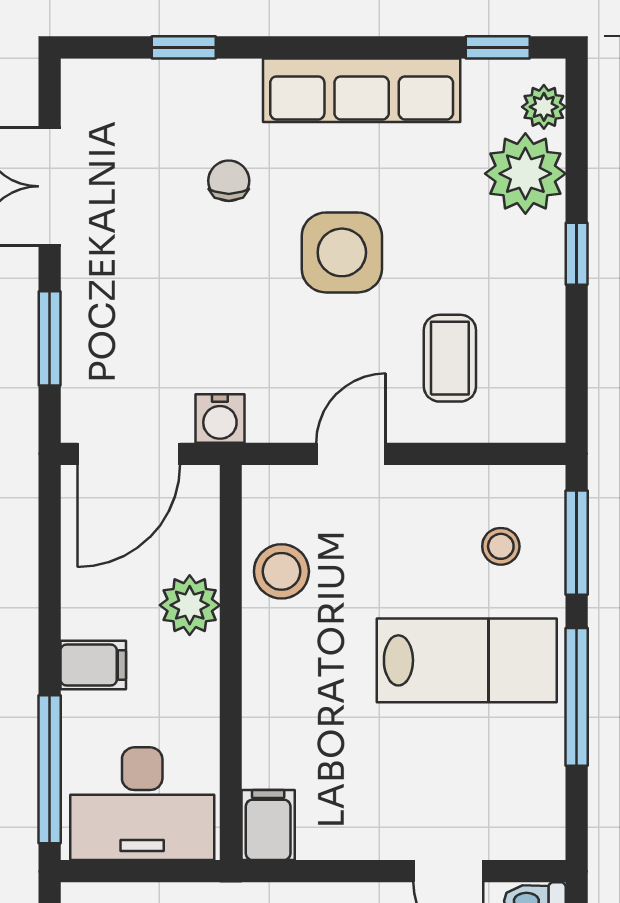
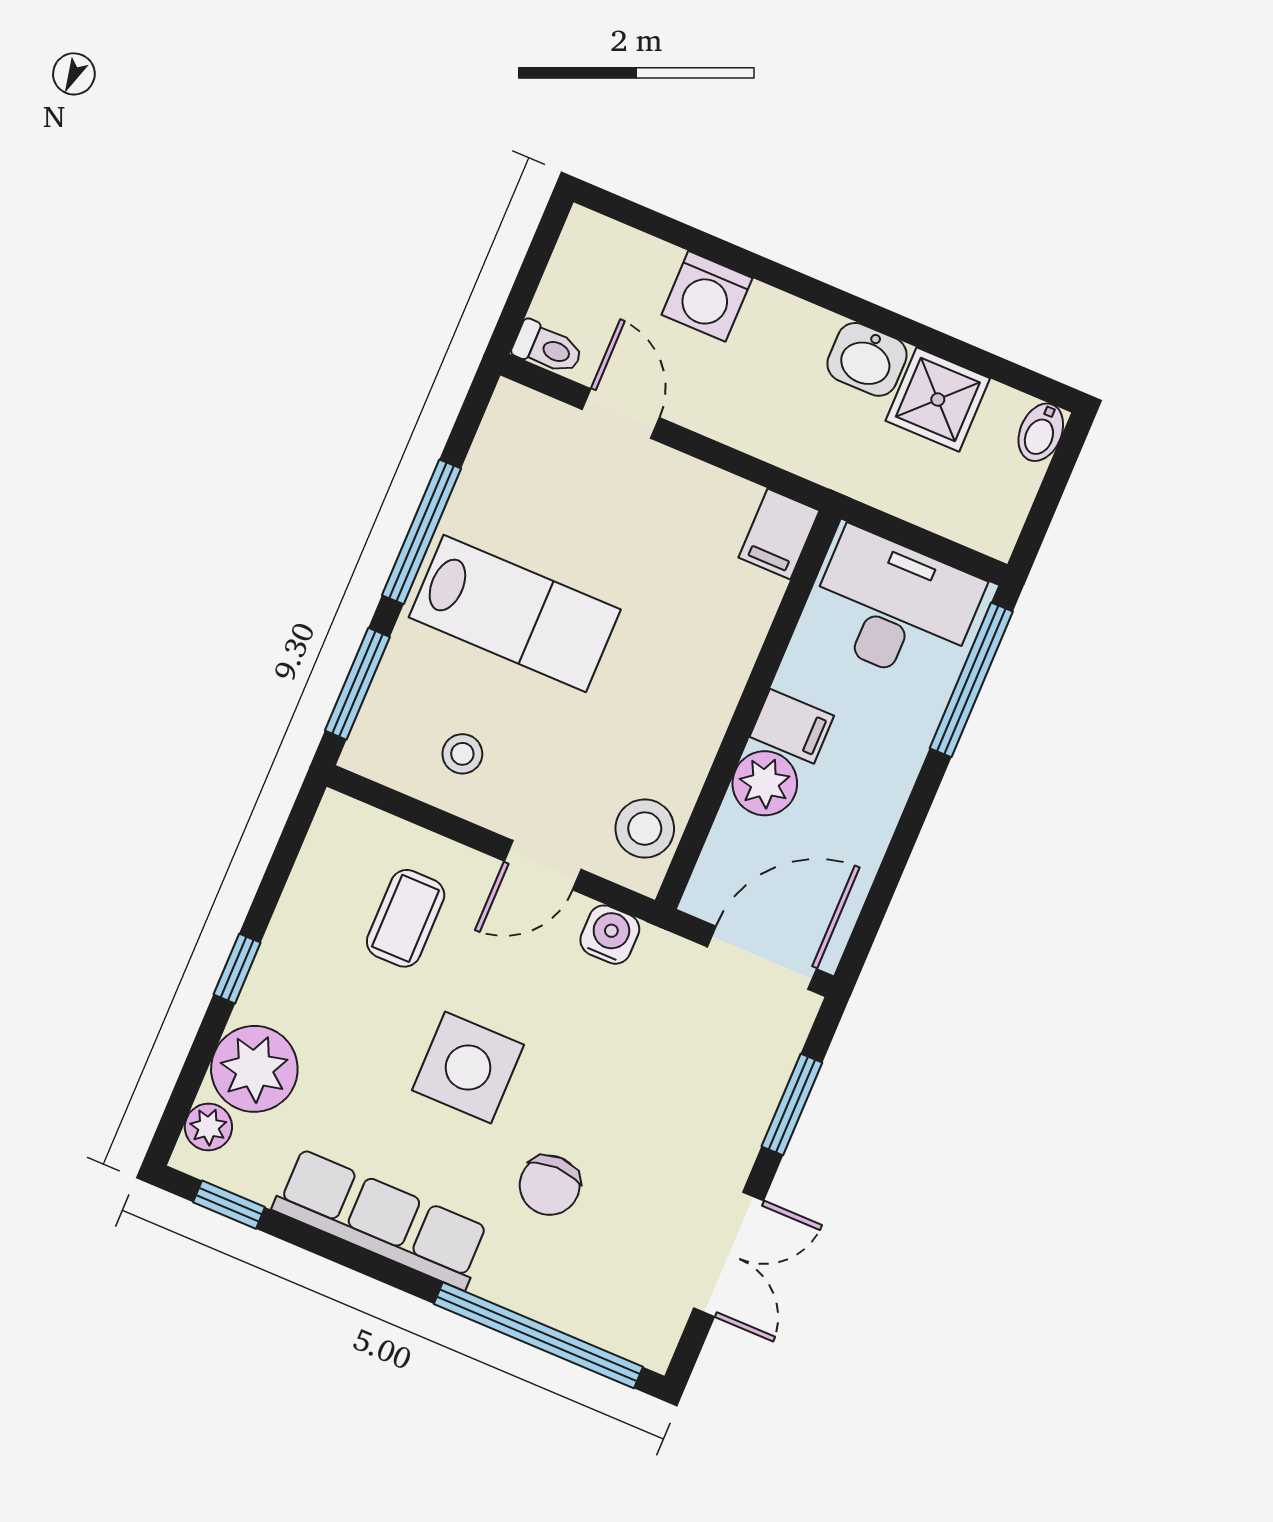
window: (184, 47) -> (538, 1335), width x3.17
chair: (229, 181) -> (550, 1185), width x1.37, depth x1.37
water cooler: (220, 418) -> (610, 935), moved
stool: (501, 546) -> (462, 754), moved
stool: (281, 571) -> (645, 829), moved
lab bench: (467, 660) -> (515, 613), turned 180
filing cabinet: (93, 665) -> (792, 726), moved, turned 180

